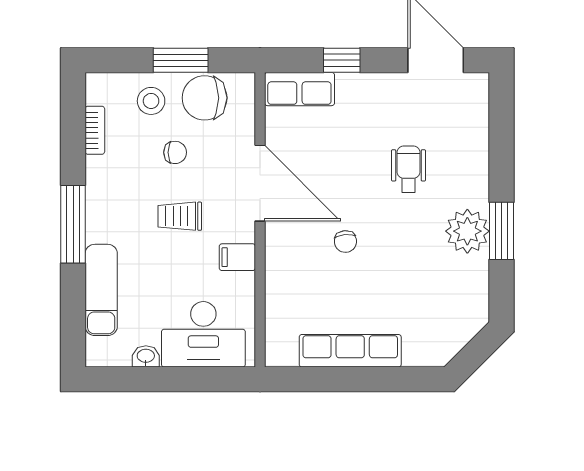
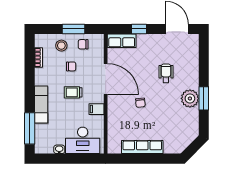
chair: (205, 98) -> (83, 44), width x0.54, depth x0.54
window: (73, 224) -> (30, 128), moved
exam couch: (101, 290) -> (41, 104), moved

